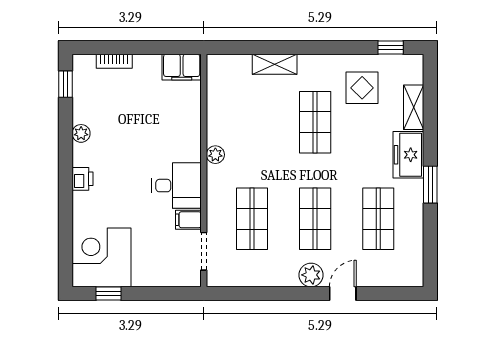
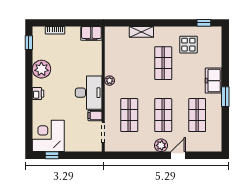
shelving: (414, 107) -> (216, 55), removed
plant: (81, 133) -> (41, 69), width x1.87, depth x1.87
desk: (177, 186) -> (89, 93), width x1.37

